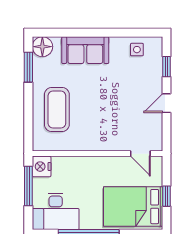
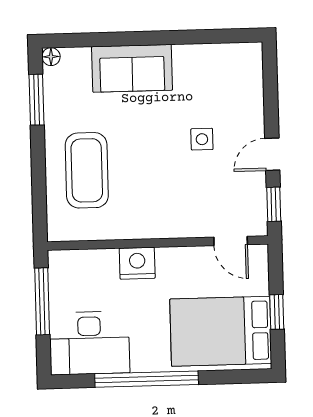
floor lamp: (42, 47) -> (51, 57), width x0.53, depth x0.53
side table: (137, 50) -> (202, 139), moved
window: (167, 67) -> (274, 204), moved
nightstand: (42, 167) -> (137, 263), moved, turned 90

